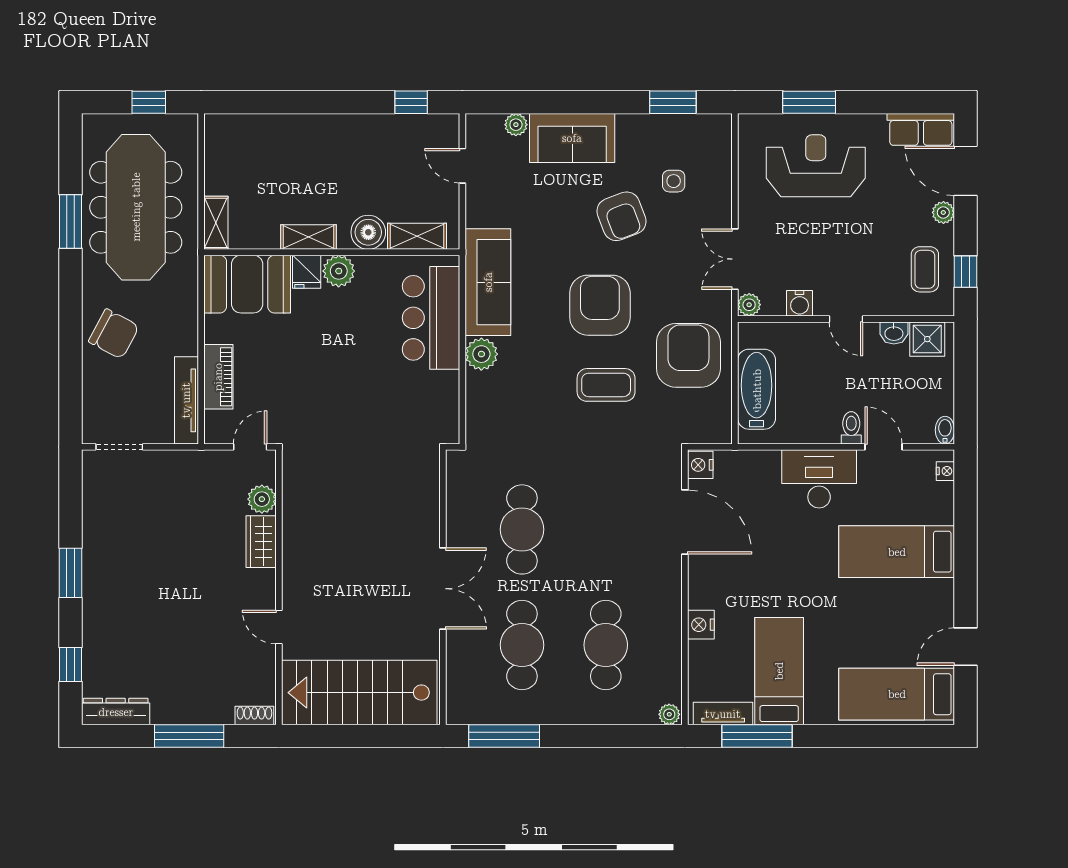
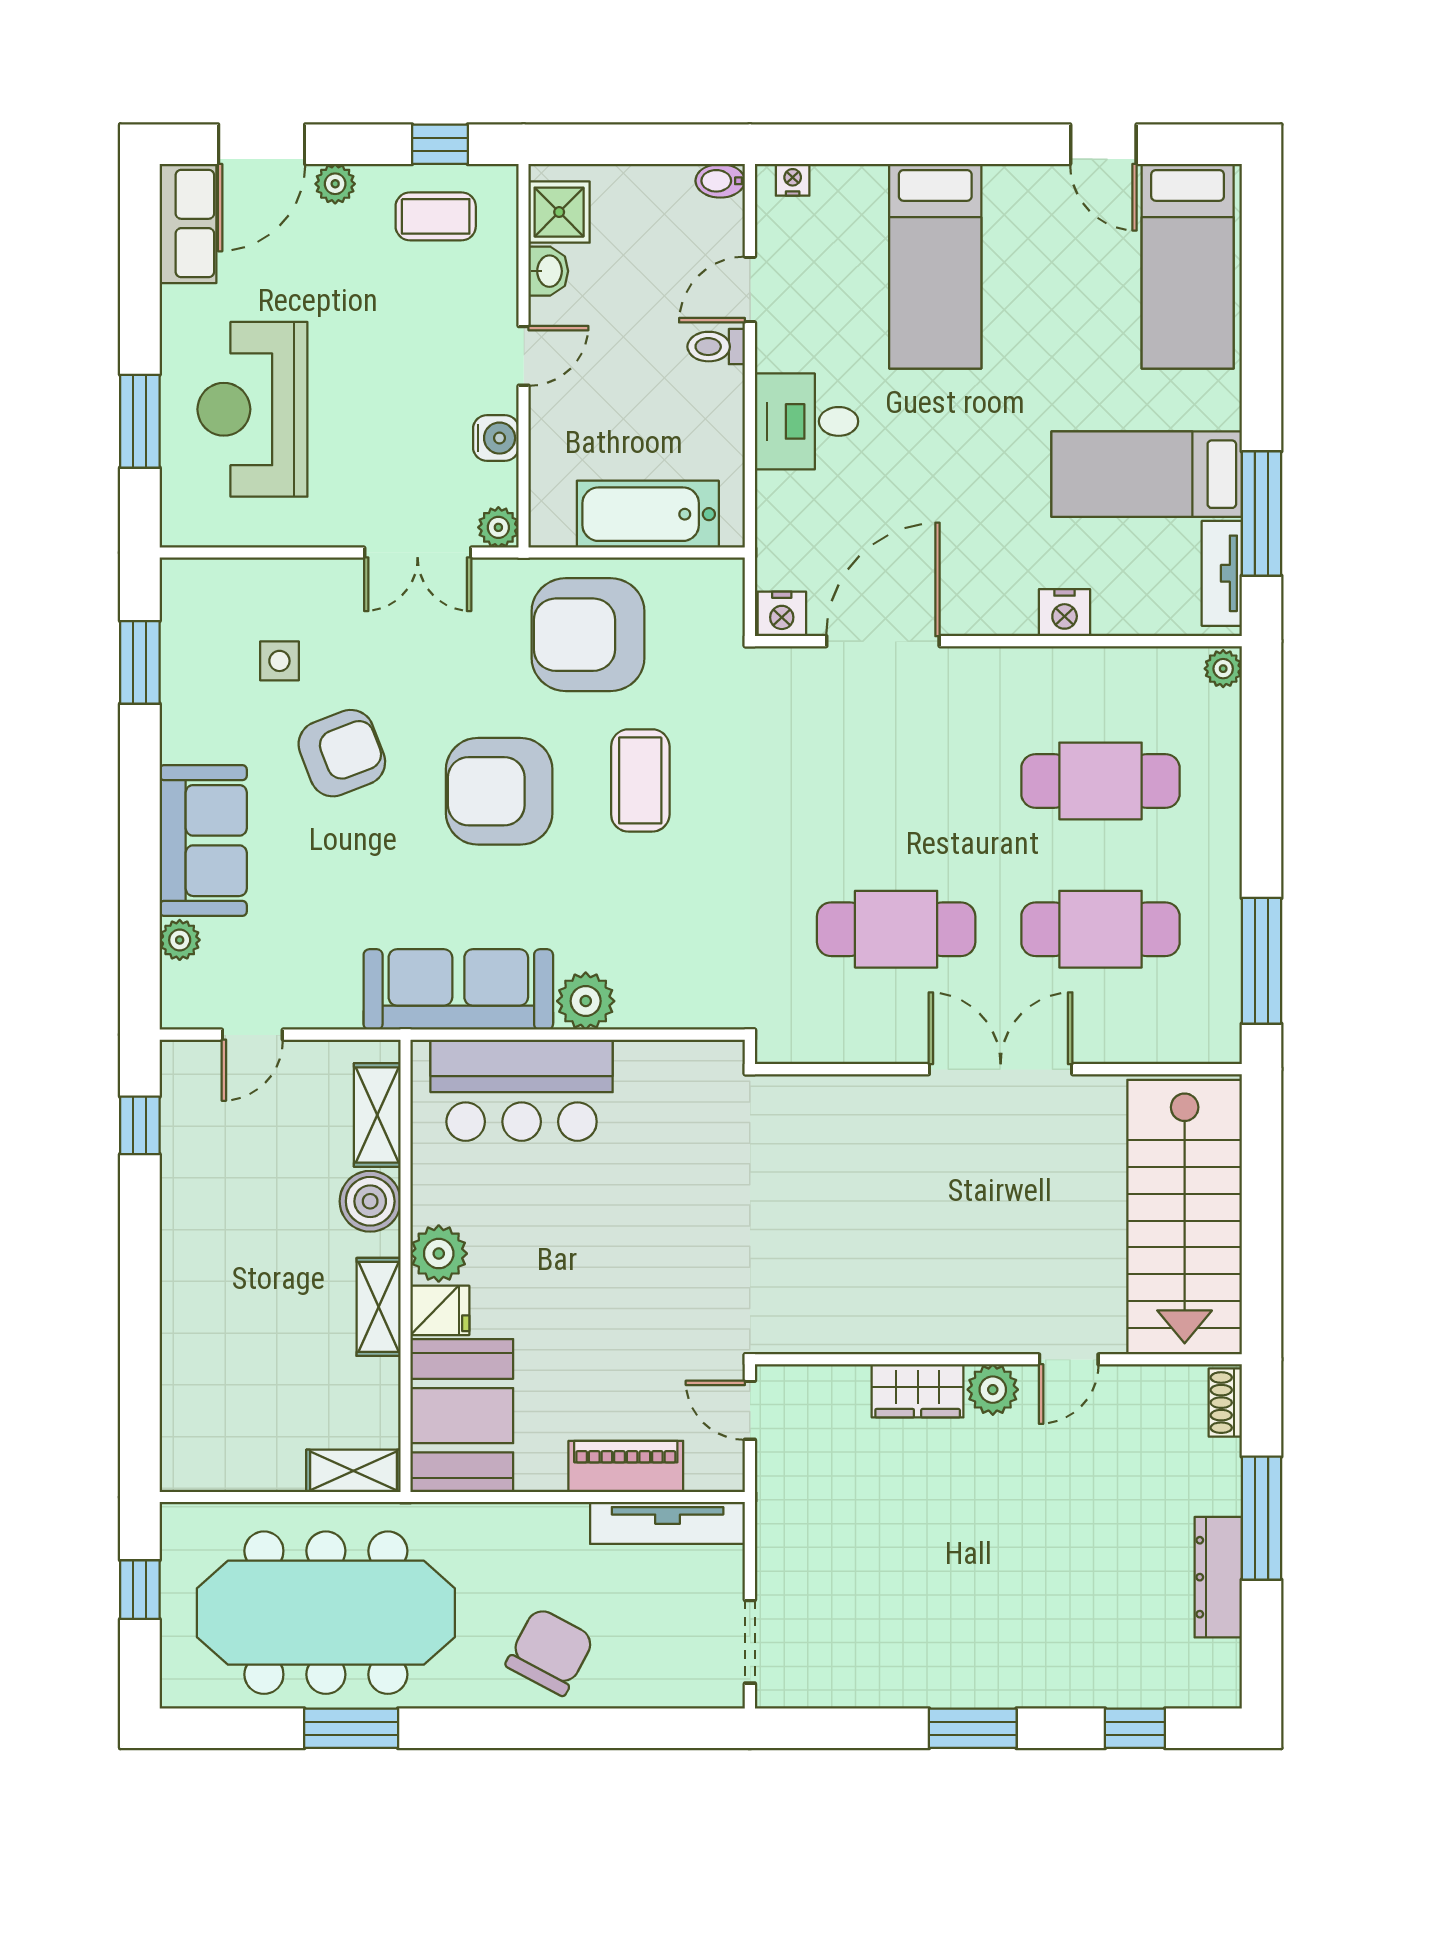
desk: (819, 479) -> (807, 421), width x0.73
plant: (262, 499) -> (993, 1390), moved
dresser: (116, 712) -> (1218, 1577), moved

